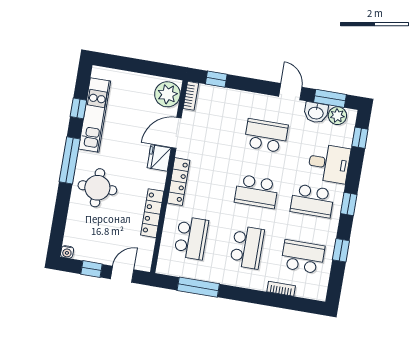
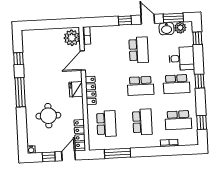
window: (216, 79) -> (125, 20), moved
kitchen unit: (95, 115) -> (29, 61), removed
school desk: (266, 136) -> (139, 50), turned 90
fridge: (159, 158) -> (76, 89), moved
round table: (97, 188) -> (48, 116), moved
locker: (152, 213) -> (80, 134), moved
window: (341, 250) -> (202, 122), moved
school desk: (303, 257) -> (178, 120), turned 180

